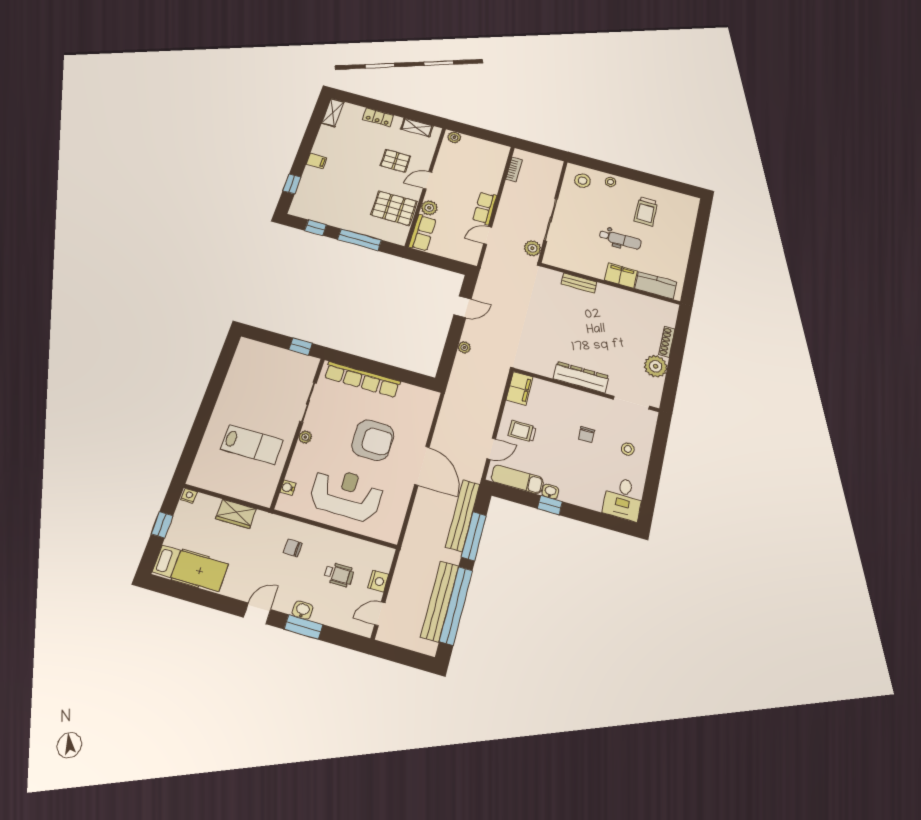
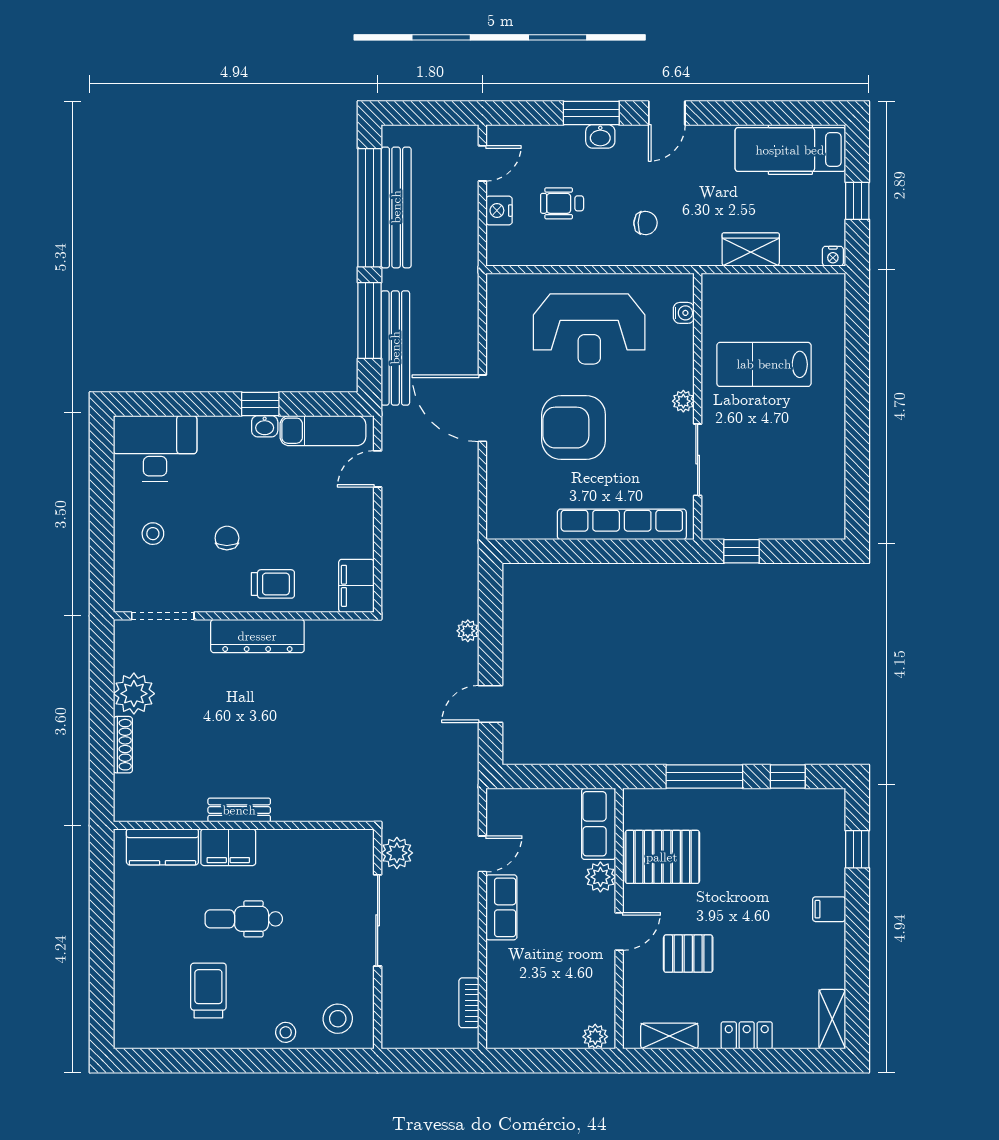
bench: (579, 283) -> (239, 810), moved
trolley: (522, 431) -> (273, 584), moved
desk: (623, 499) -> (155, 448), width x1.37

